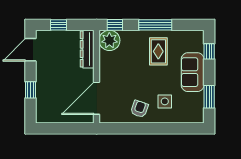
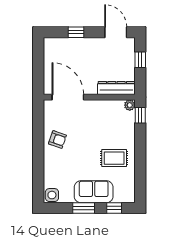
window: (155, 25) -> (140, 155), removed
plant: (109, 40) -> (130, 105), width x0.53, depth x0.53
window: (209, 97) -> (84, 208), moved
side table: (165, 101) -> (52, 195), moved

